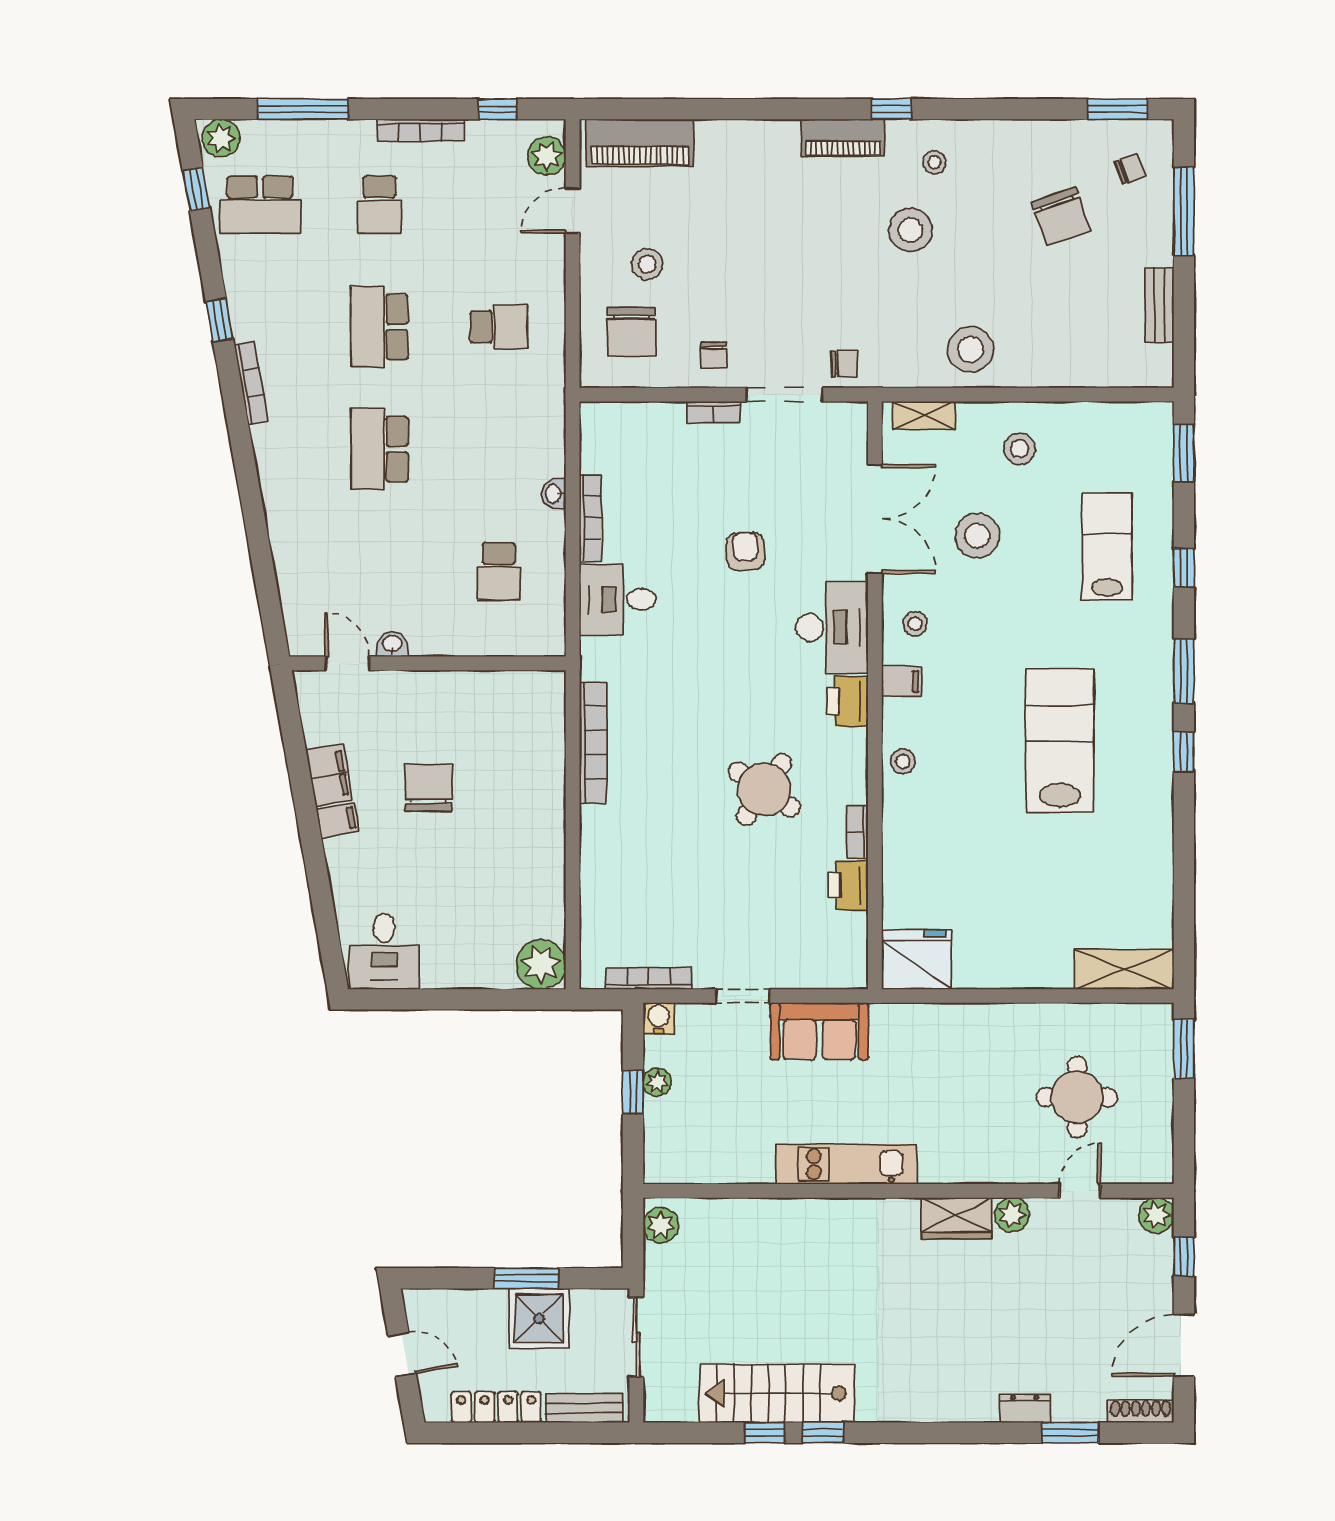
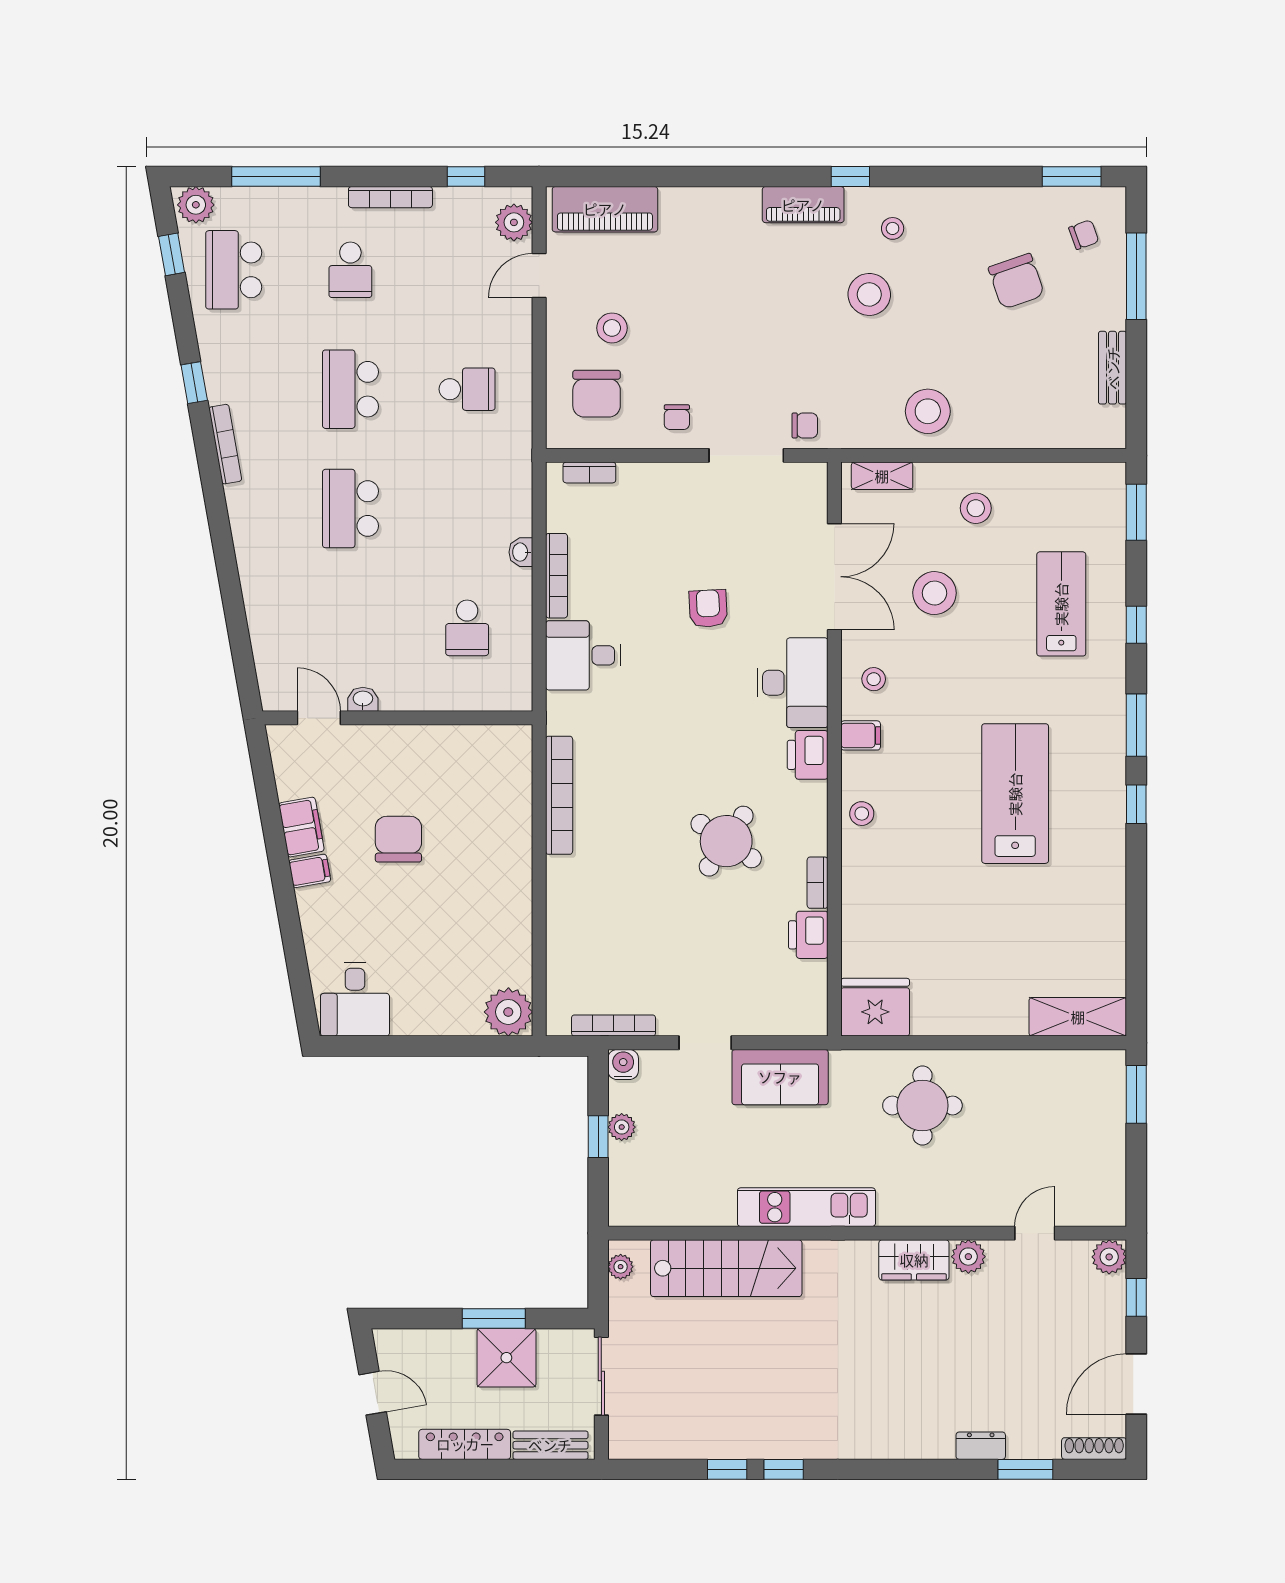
school desk: (260, 205) -> (234, 270), turned 90
bookcase: (713, 412) -> (589, 472), moved
round table: (1077, 1097) -> (922, 1106), moved
plant: (661, 1225) -> (621, 1267), width x0.73, depth x0.73
stairs: (777, 1393) -> (726, 1268), moved, turned 180

